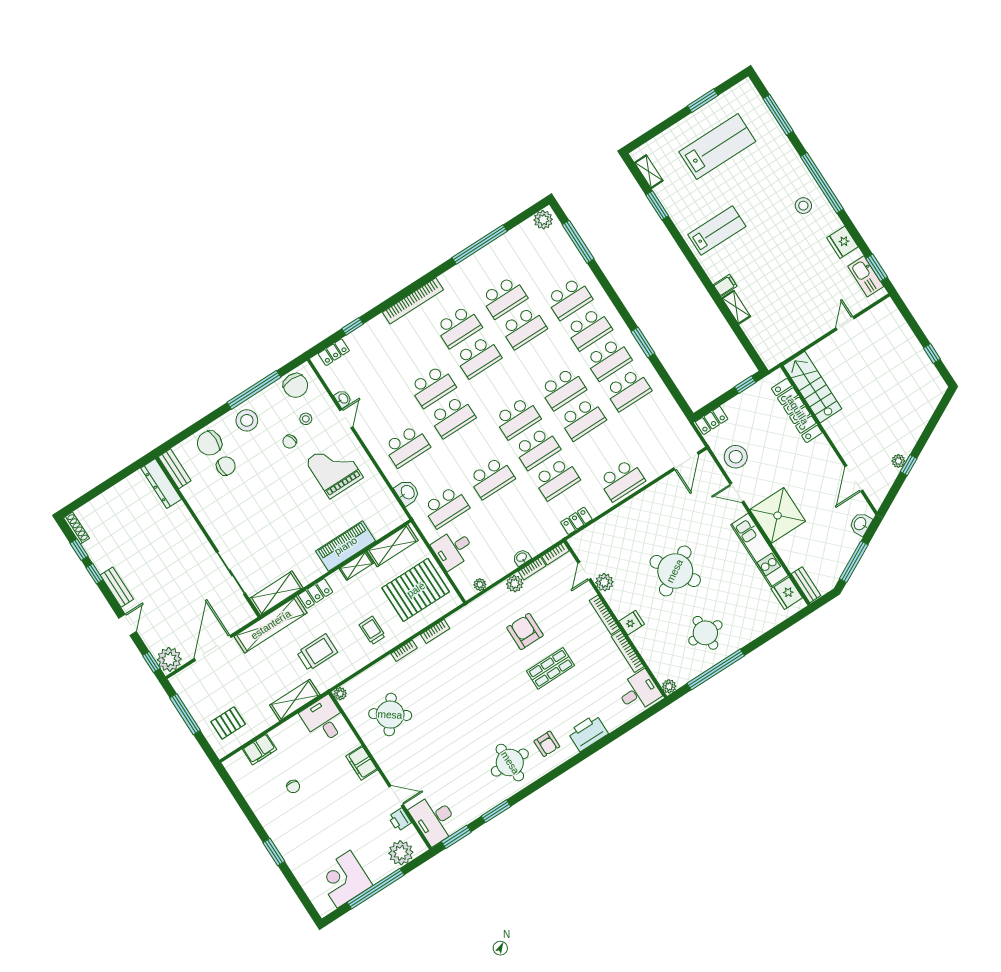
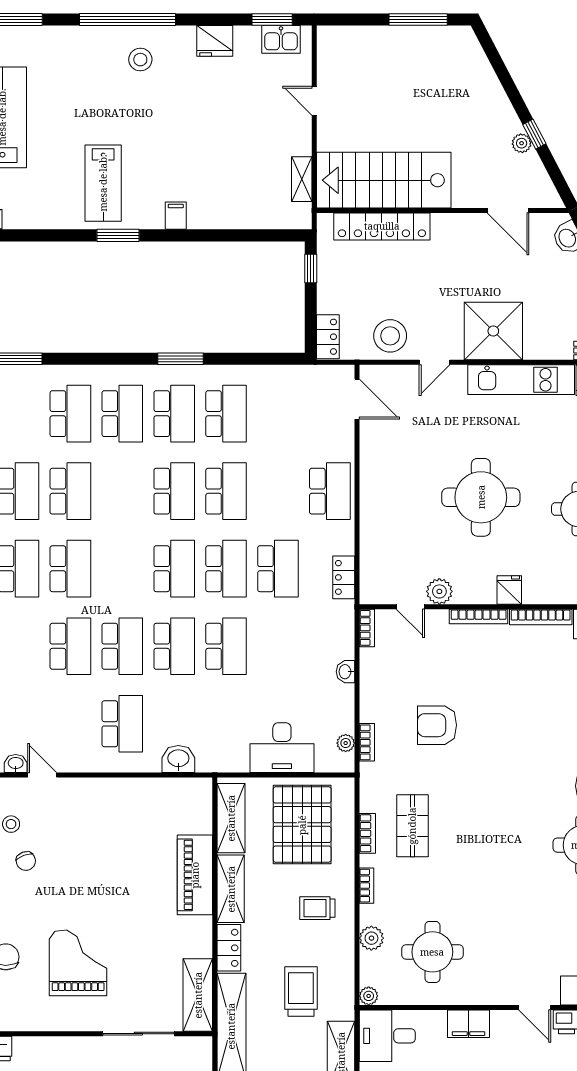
window: (657, 205) -> (118, 235), moved
lab bench: (717, 231) -> (103, 183), turned 180
kitchen sink: (866, 276) -> (281, 39), width x0.73
shelving: (736, 307) -> (302, 179), moved, turned 90
window: (932, 353) -> (418, 20), width x2.17
stairs: (812, 387) -> (384, 180), width x1.36, depth x1.51
grand piano: (334, 469) -> (78, 963), moved, turned 90
school desk: (446, 507) -> (174, 646), moved
desk: (453, 549) -> (282, 748), width x1.37
shelving: (356, 566) -> (231, 889), width x1.50, depth x1.33
bookcase: (532, 569) -> (367, 742), moved
round table: (675, 571) -> (481, 497), turned 31
plant: (515, 584) -> (371, 938), moved
shop shelf: (551, 668) -> (412, 826), moved
round table: (390, 715) -> (432, 952), turned -36
door: (396, 796) -> (535, 1008), swing flipped

